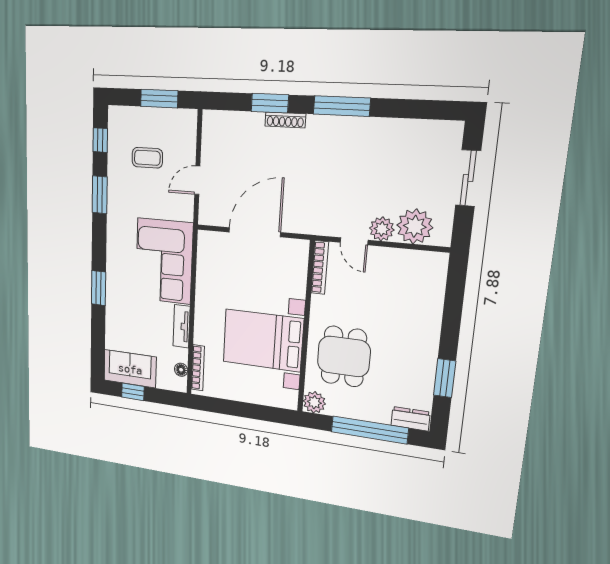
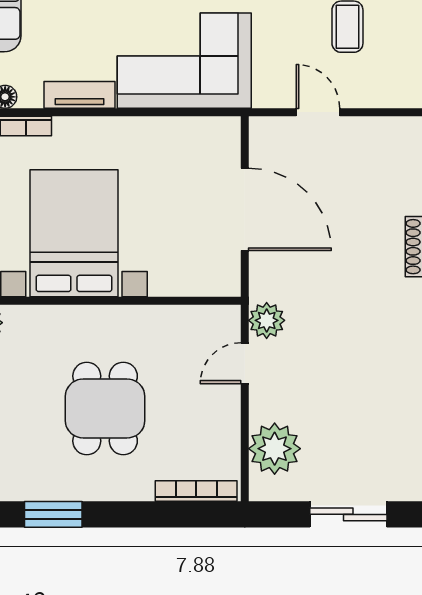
plant: (382, 229) -> (267, 320), moved
bookcase: (320, 267) -> (196, 491), moved, turned 180
dining table: (344, 356) -> (105, 408), moved, turned 90

